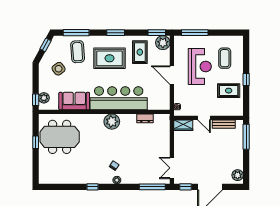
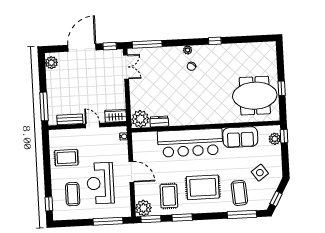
window: (116, 33) -> (182, 217), moved
window: (246, 79) -> (49, 204), moved
plant: (112, 122) -> (140, 119), moved

